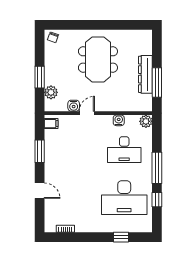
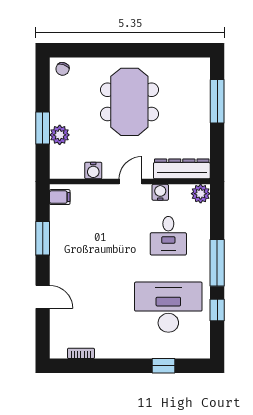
dresser: (145, 74) -> (182, 169), moved, turned 90
window: (157, 83) -> (217, 101), moved
plant: (51, 92) -> (60, 135), moved
door: (87, 113) -> (130, 182), moved
desk: (124, 150) -> (168, 236), width x0.73
desk: (124, 198) -> (168, 307), turned 180

